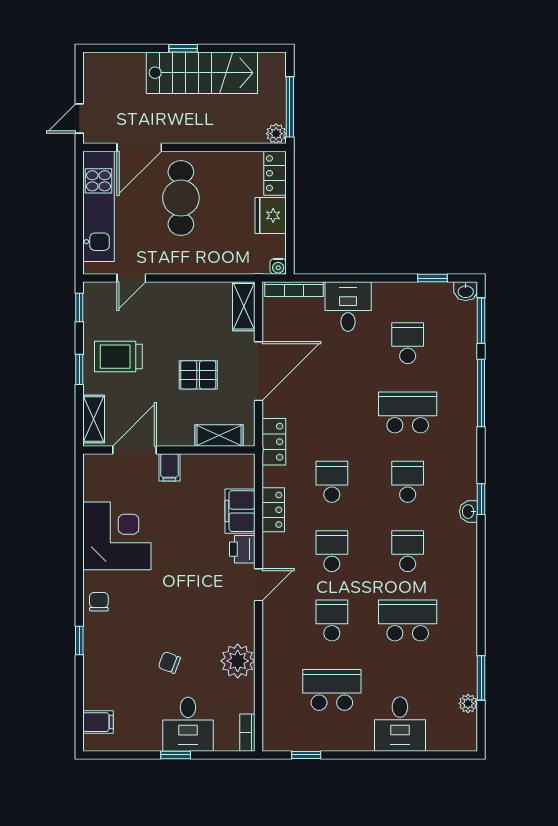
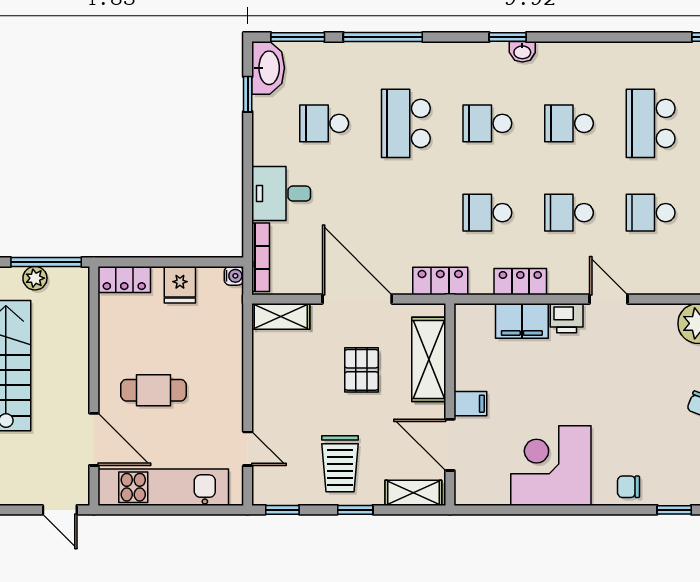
plant: (276, 134) -> (35, 278), moved
cafe table: (181, 198) -> (153, 390), width x0.73, depth x0.74
fridge: (271, 215) -> (180, 285), width x0.72
washbasin: (466, 291) -> (268, 68), width x1.91, depth x1.45
shelving: (219, 436) -> (429, 359), width x1.50, depth x1.33

